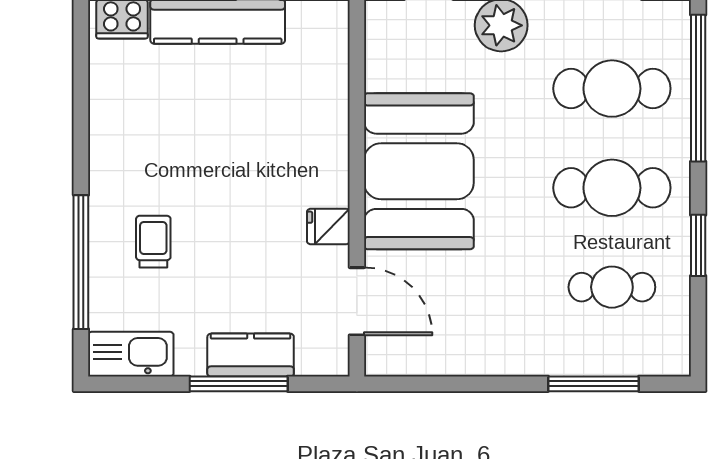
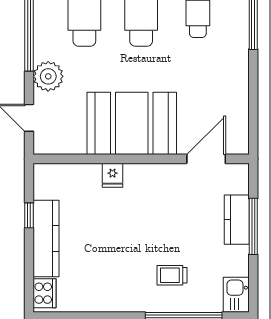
fridge: (328, 226) -> (112, 175), moved
kitchen sink: (131, 354) -> (236, 295), width x0.73

